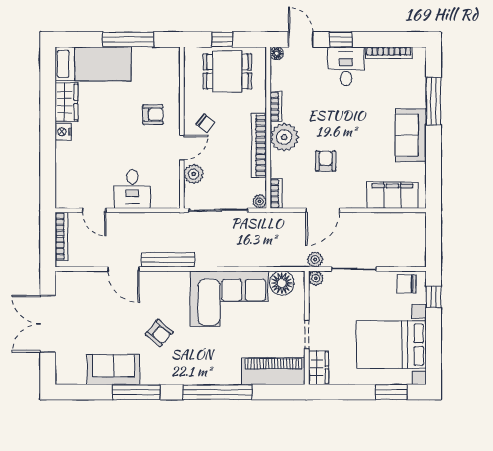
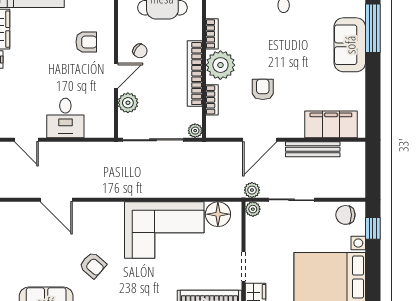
sofa: (411, 135) -> (350, 45), moved
bookcase: (276, 194) -> (212, 100), moved
bench: (168, 260) -> (313, 149), moved

